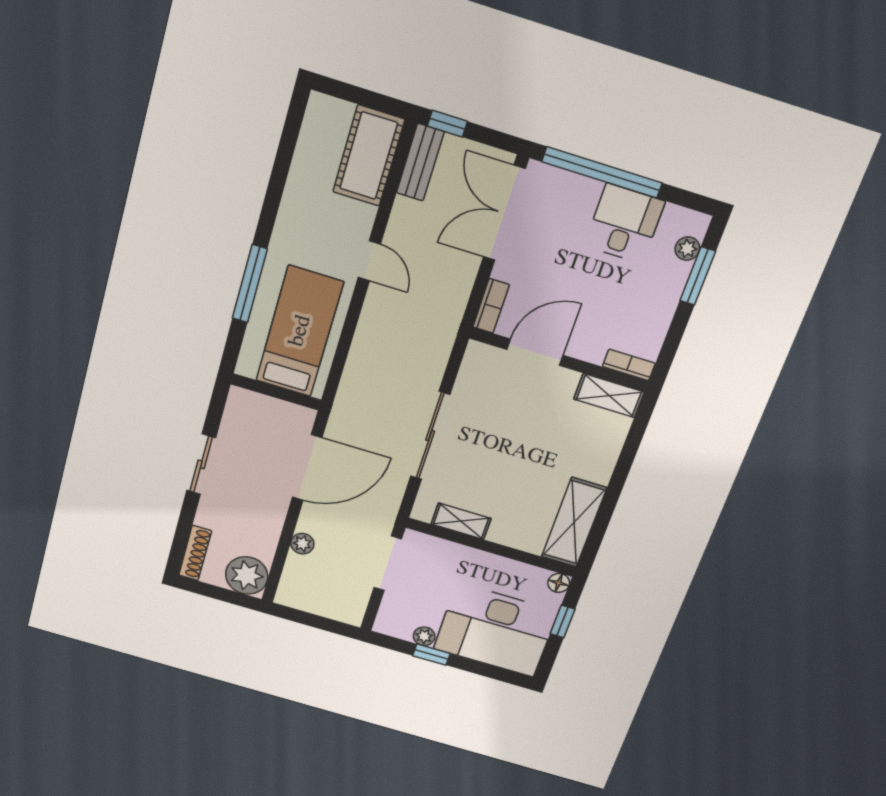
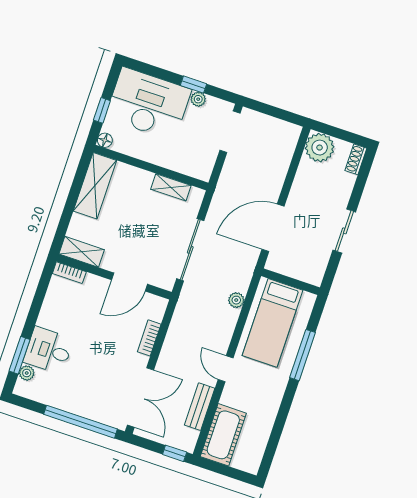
bench: (420, 162) -> (200, 407), moved
desk: (624, 223) -> (48, 350), moved, turned 90
door: (535, 352) -> (129, 282), moved
wall: (559, 360) -> (114, 277), moved
bookcase: (629, 365) -> (69, 273), moved
shelving: (609, 396) -> (82, 252), moved
plant: (302, 544) -> (236, 300), moved
shoe rack: (195, 553) -> (356, 159), width x0.70
doorway: (388, 563) -> (230, 132), moved

